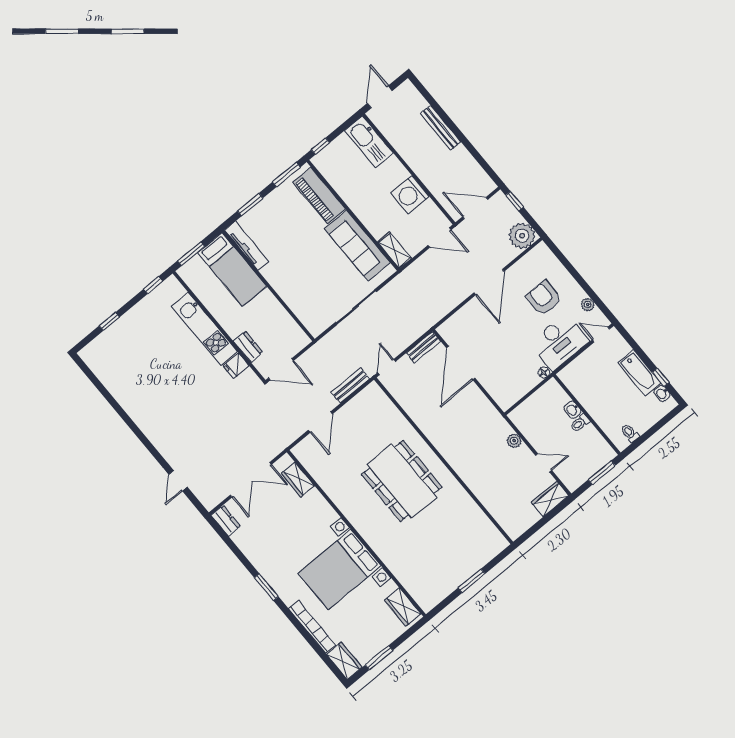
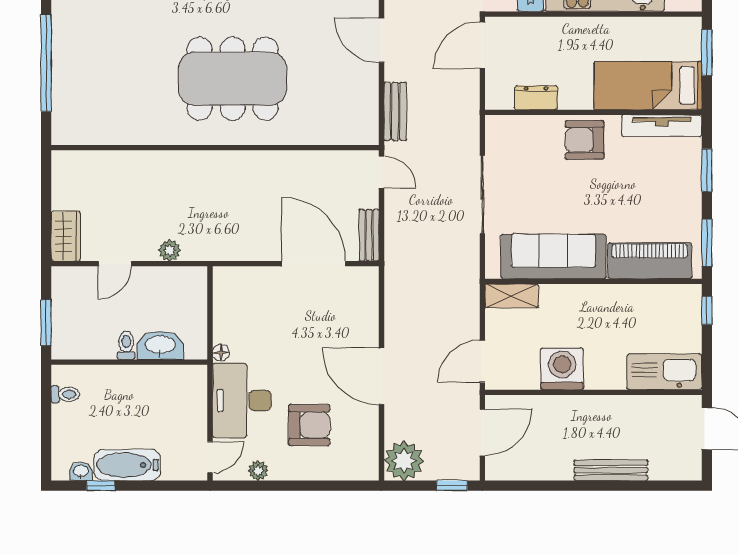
armchair: (286, 279) -> (585, 140), added
dresser: (248, 347) -> (536, 98), moved, turned 180
washbasin: (572, 410) -> (160, 345), width x1.91, depth x1.45
window: (471, 581) -> (46, 63), width x2.11

